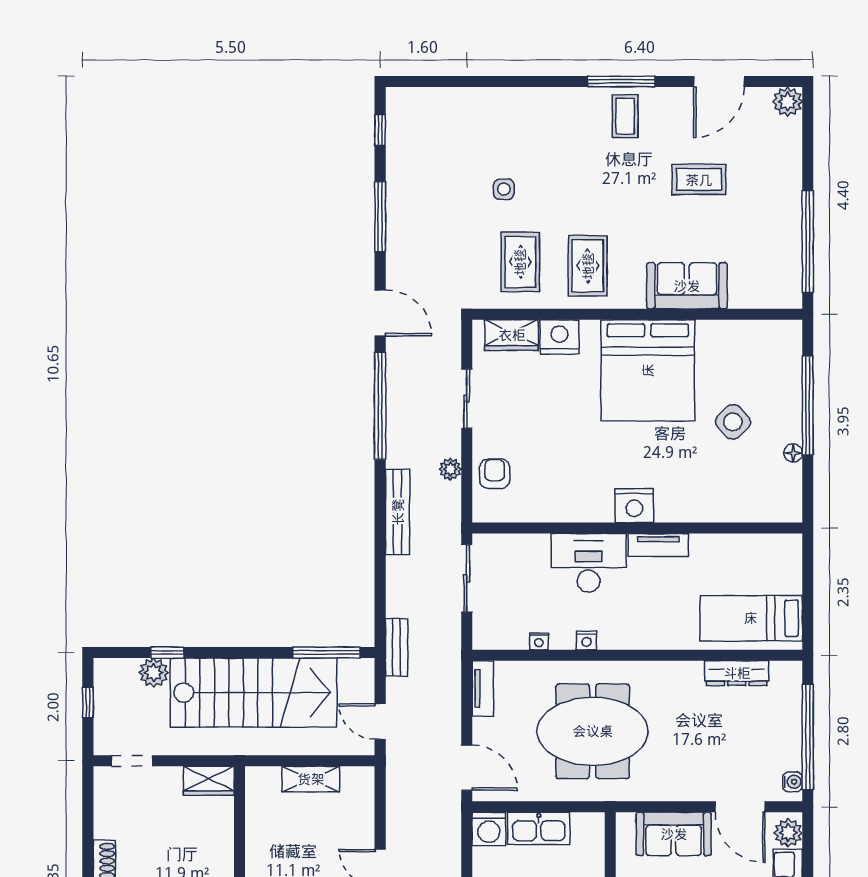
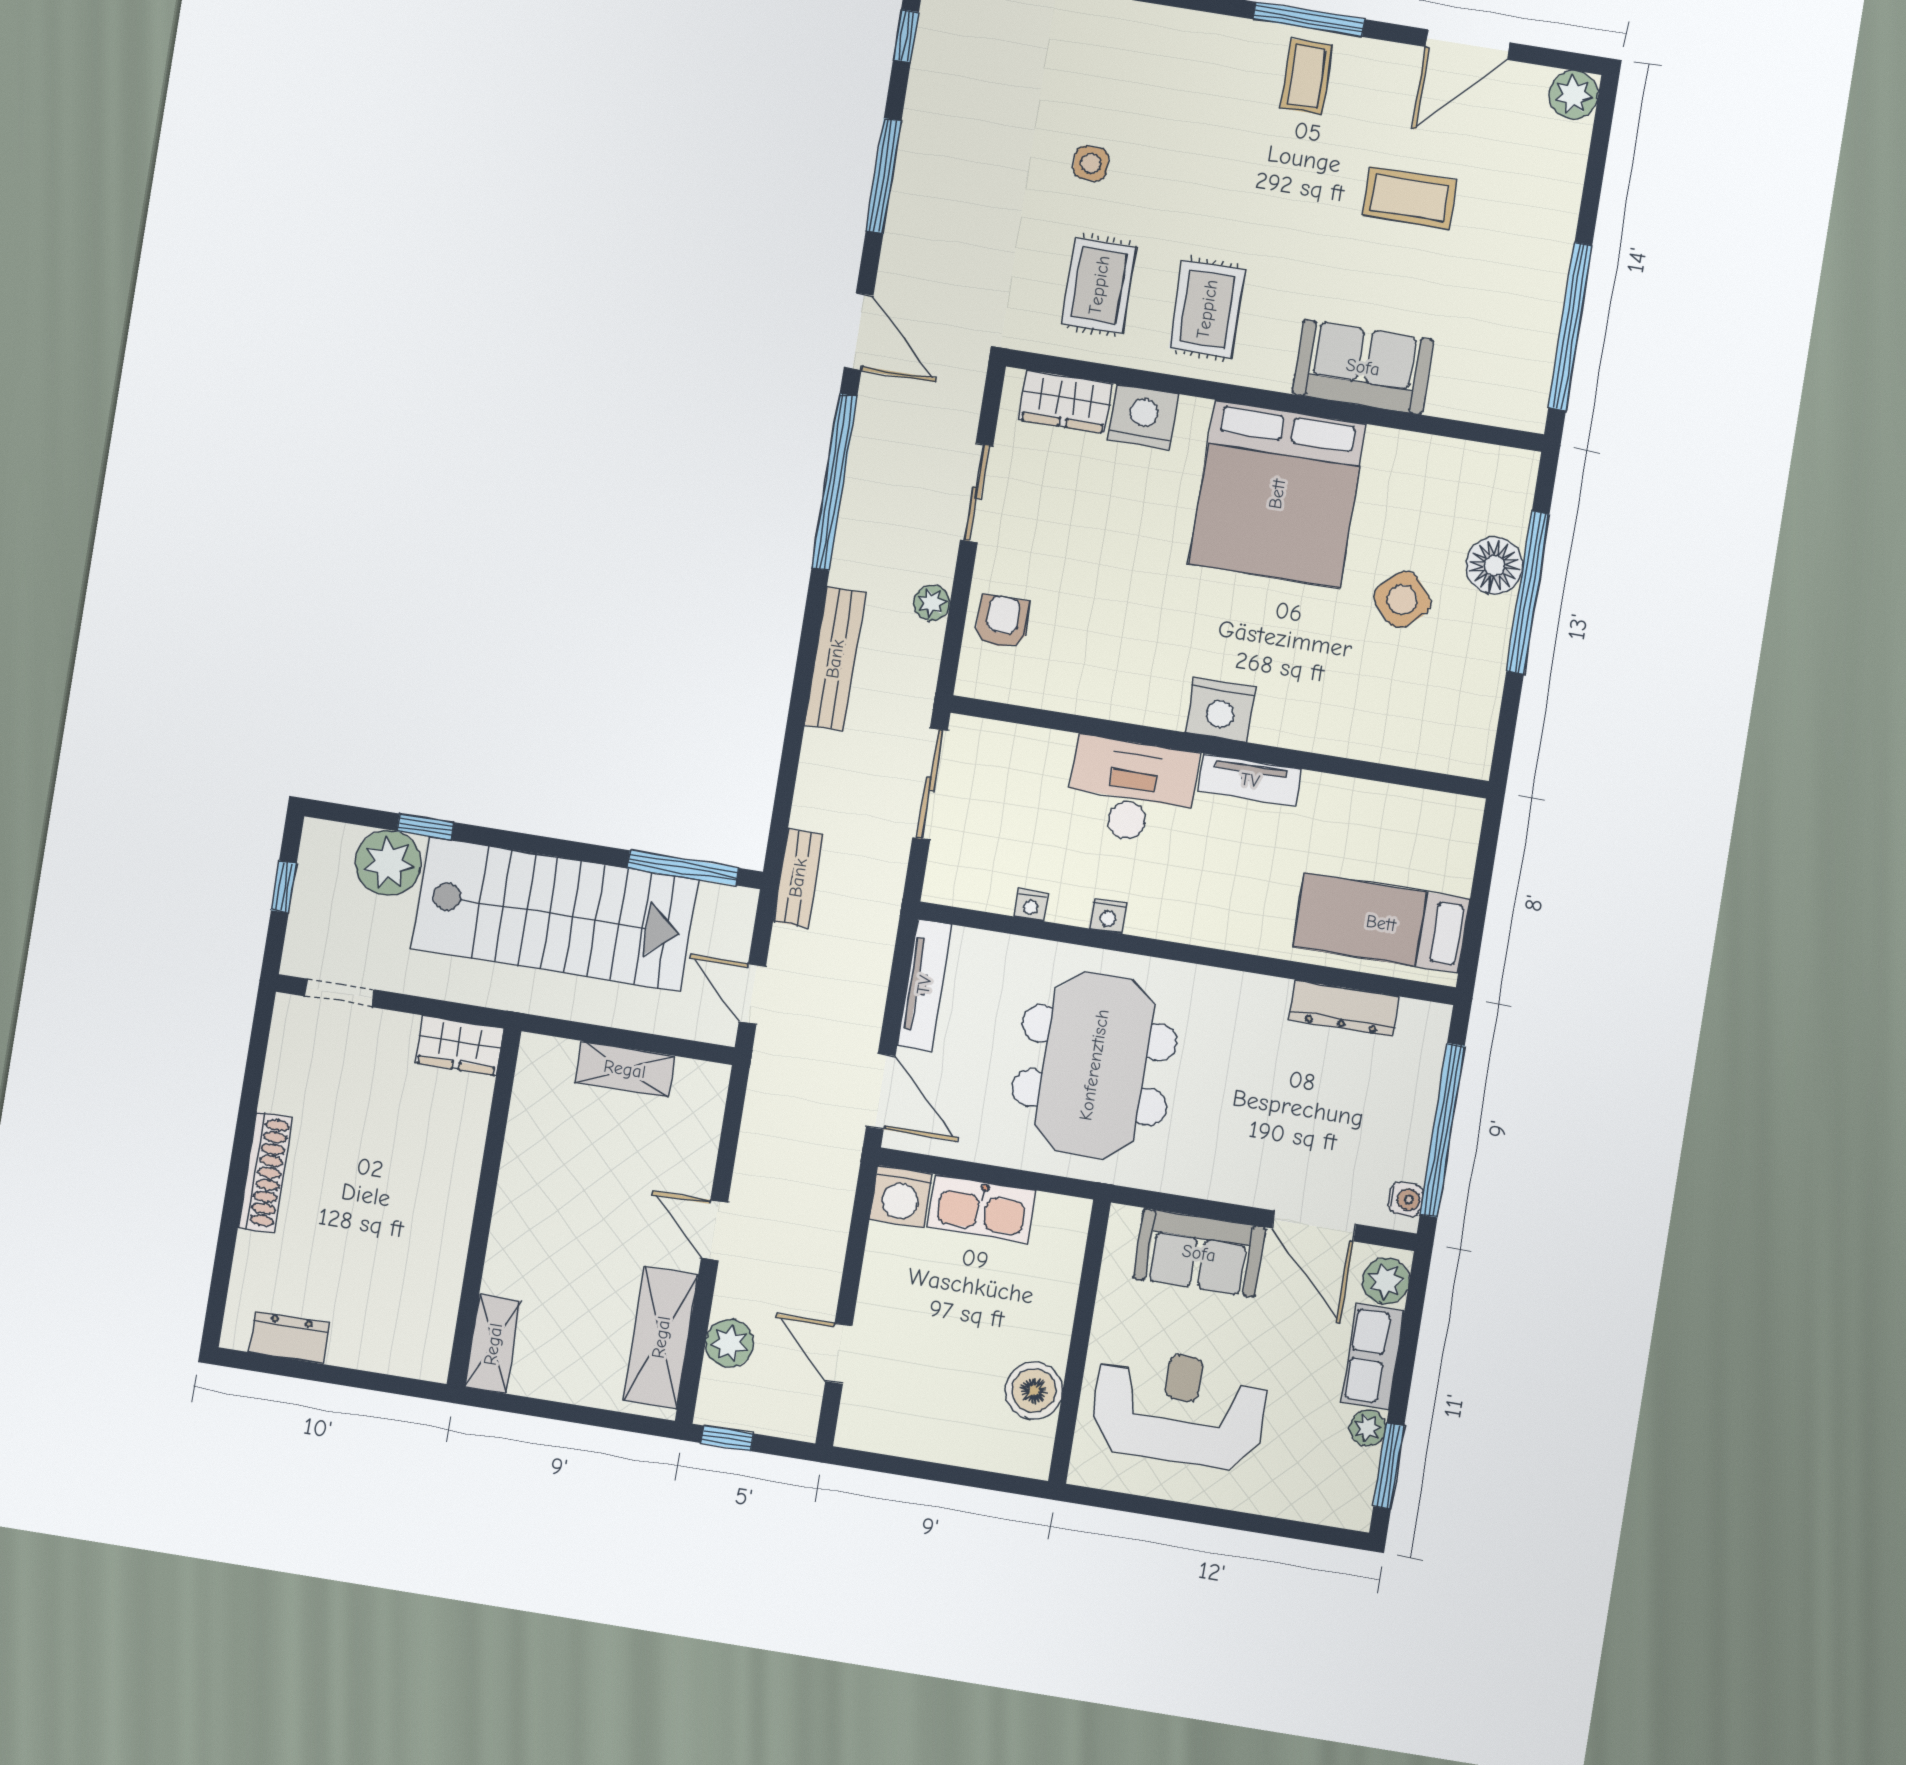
floor lamp: (793, 453) -> (1494, 566), moved, width x1.89, depth x1.89
plant: (154, 673) -> (388, 863), width x1.36, depth x1.36
tv unit: (483, 688) -> (924, 985), width x1.41
meeting table: (593, 731) -> (1094, 1065), turned 90

